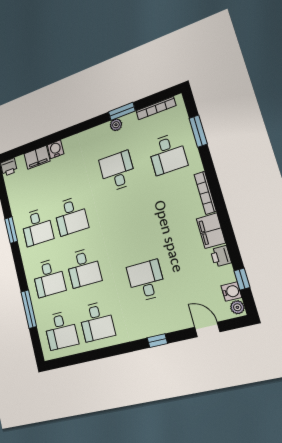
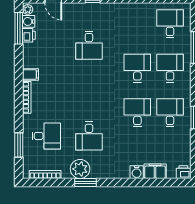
window: (122, 111) -> (85, 182), moved
plant: (116, 125) -> (80, 169), width x1.87, depth x1.87
desk: (167, 154) -> (46, 136), turned 90
filing cabinet: (211, 231) -> (31, 74), width x0.50
printer: (221, 256) -> (29, 35), moved
window: (242, 279) -> (19, 28), width x2.17
desk: (97, 321) -> (137, 24), removed

